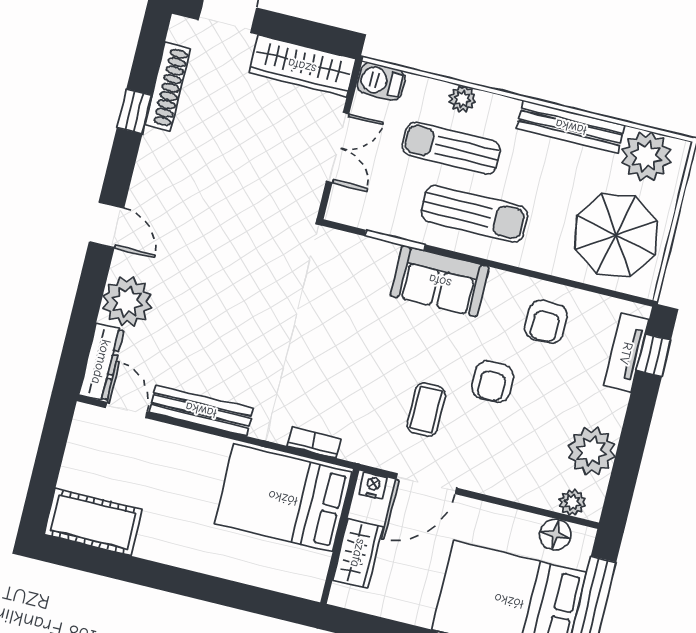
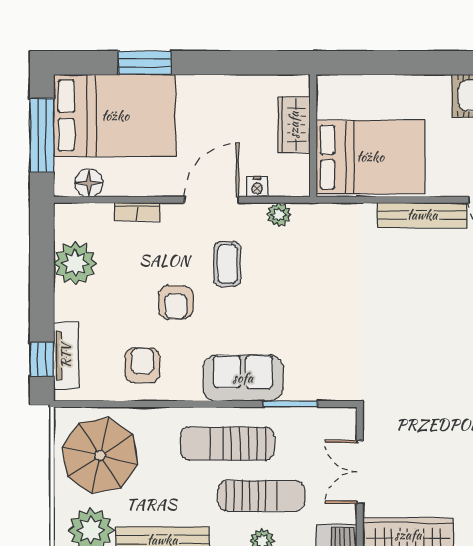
armchair: (493, 382) -> (176, 302), turned 180
bookcase: (314, 442) -> (137, 212), moved
bed: (283, 498) -> (370, 157), moved
plant: (572, 502) -> (279, 215), moved
wall: (340, 536) -> (313, 136), moved
wardrobe: (358, 553) -> (294, 125), moved

